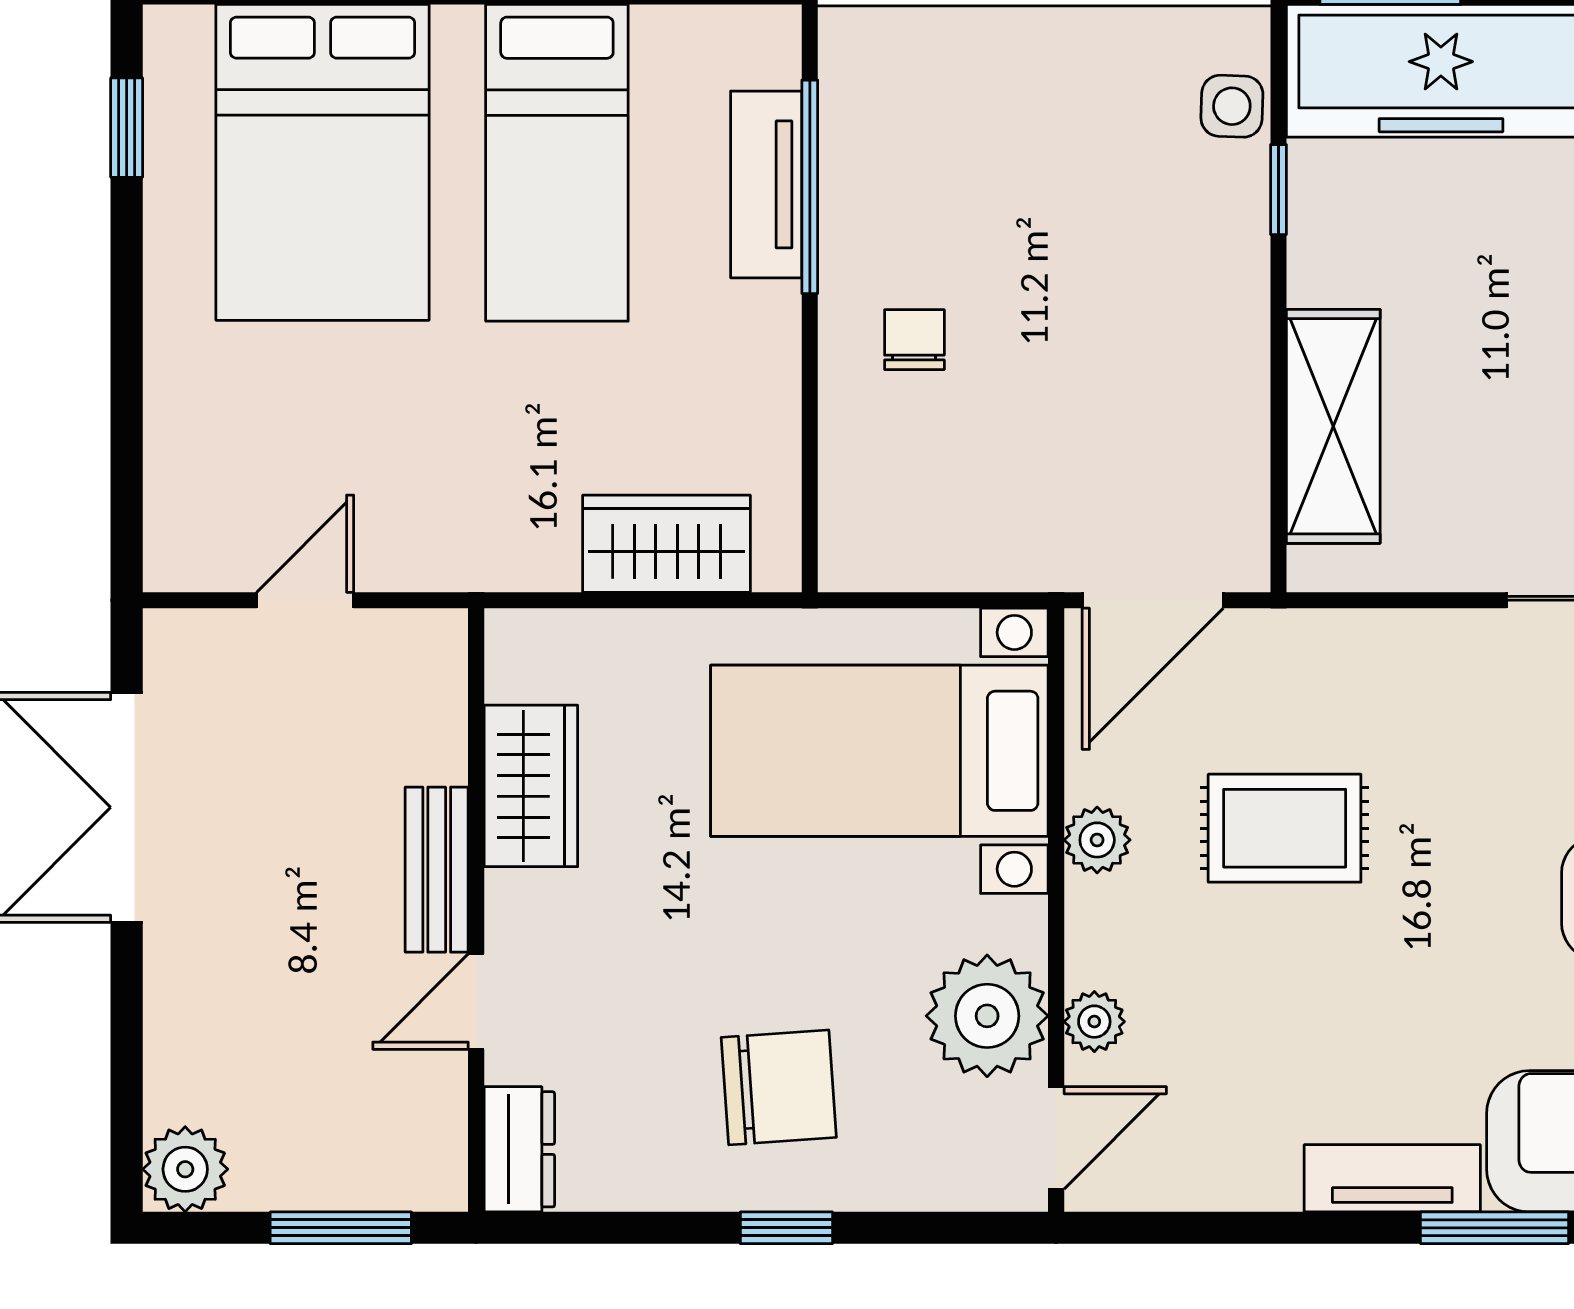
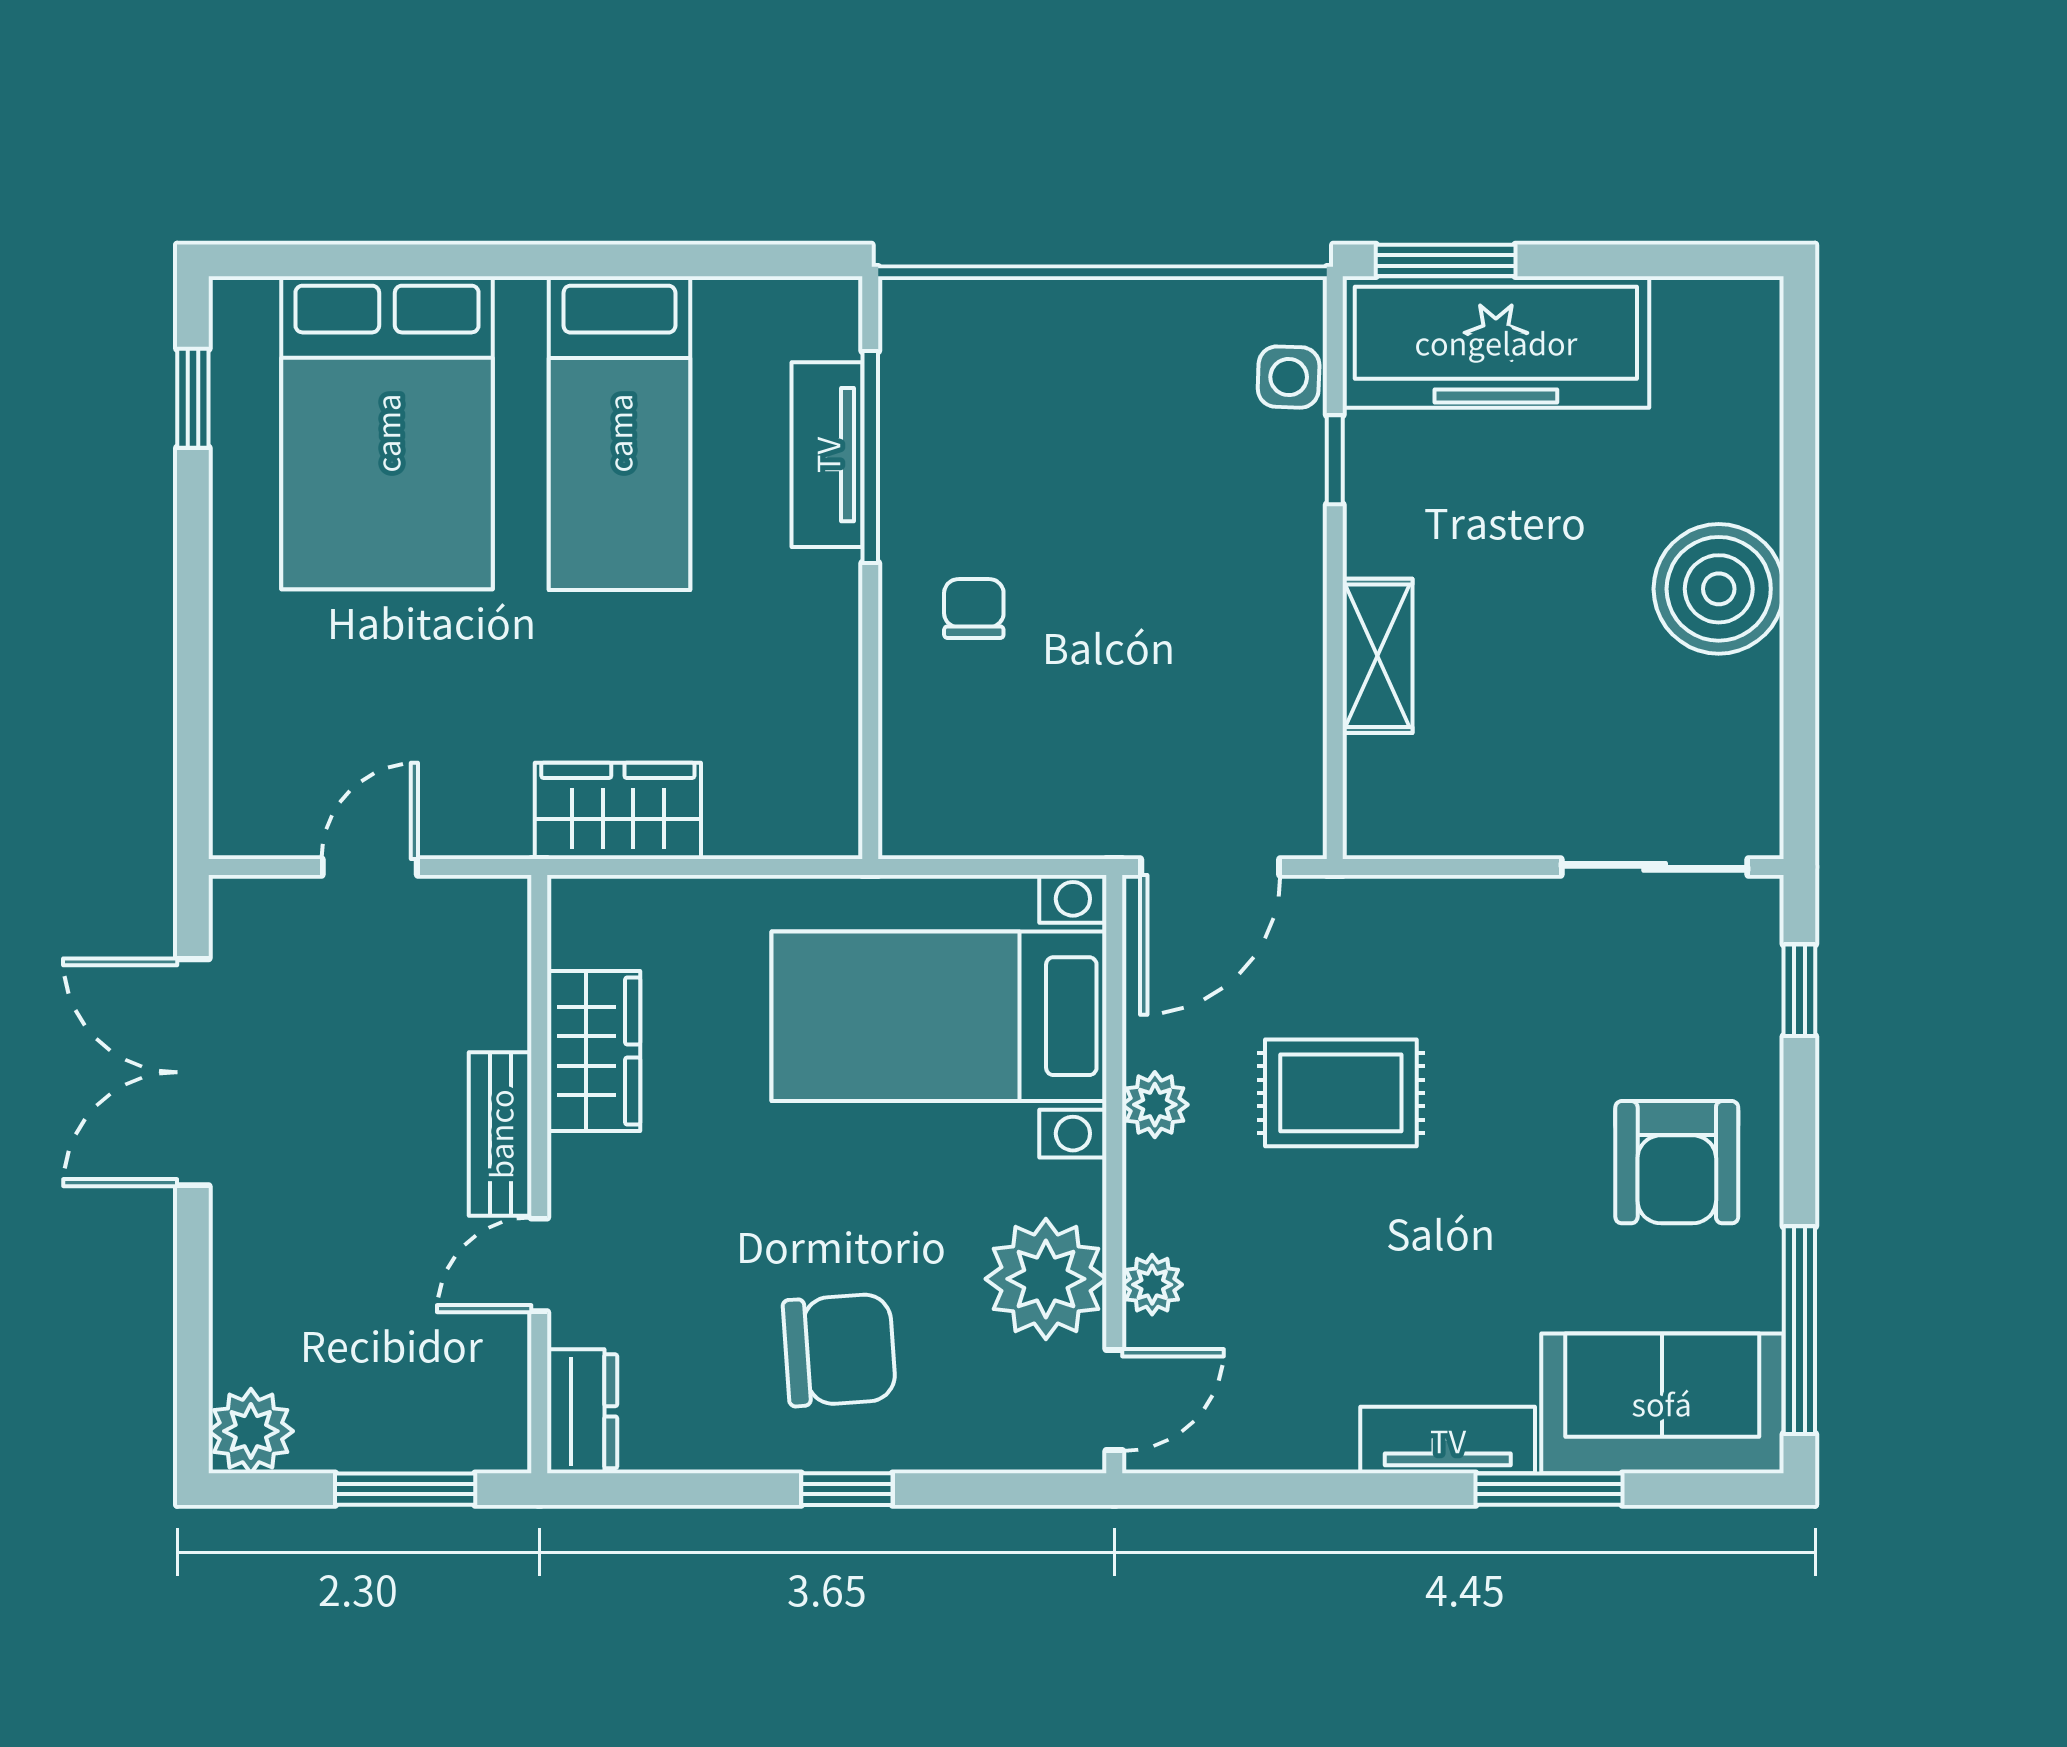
shelving: (1333, 426) -> (1377, 656), width x0.67, depth x0.75
wardrobe: (667, 544) -> (618, 811), moved

